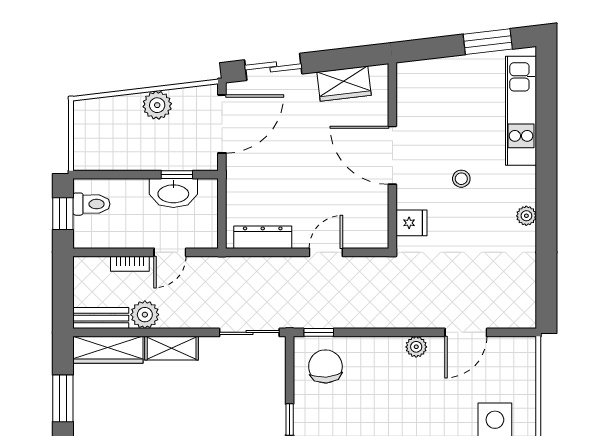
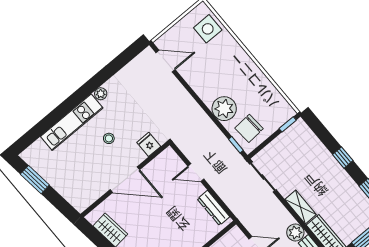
kitchen unit: (521, 111) -> (72, 122), moved
door: (392, 155) -> (125, 180), hinge flipped
door: (466, 332) -> (166, 61), moved
plant: (416, 347) -> (224, 109), moved, width x1.88, depth x1.88

